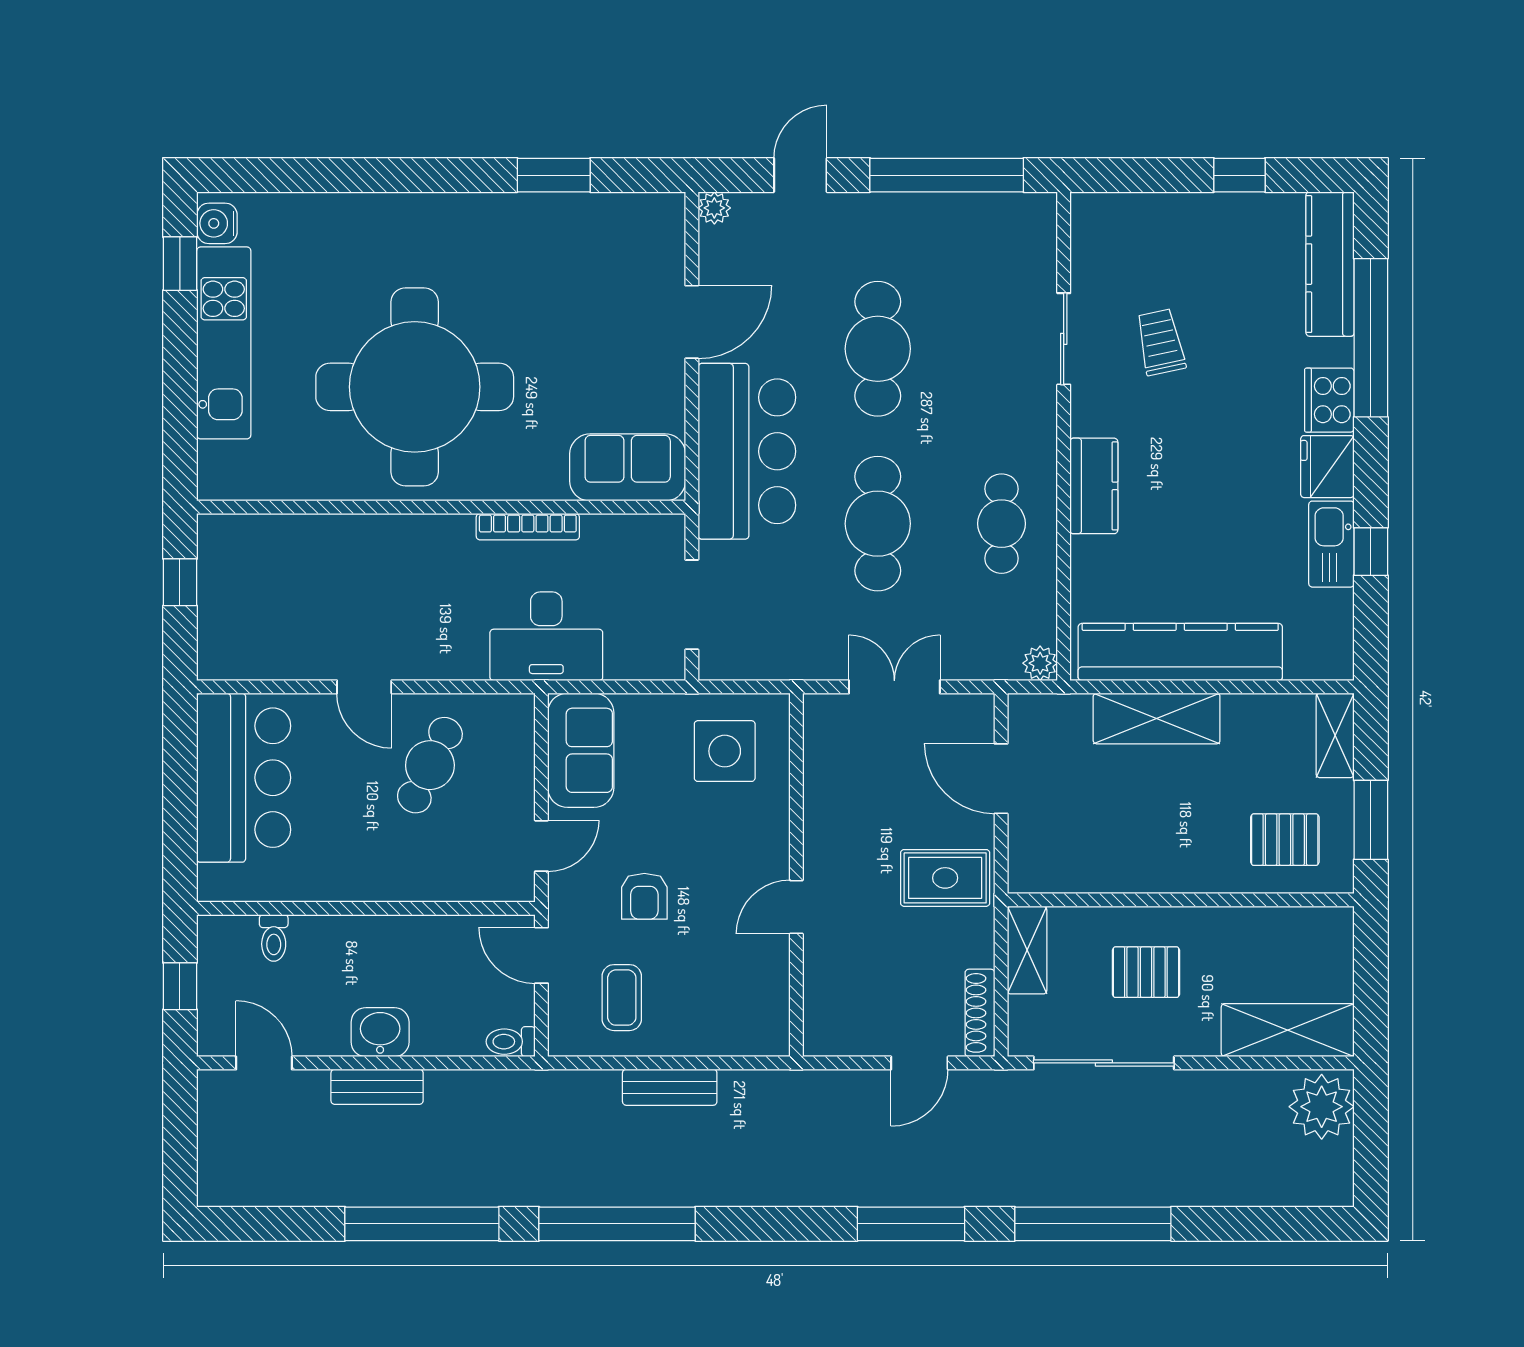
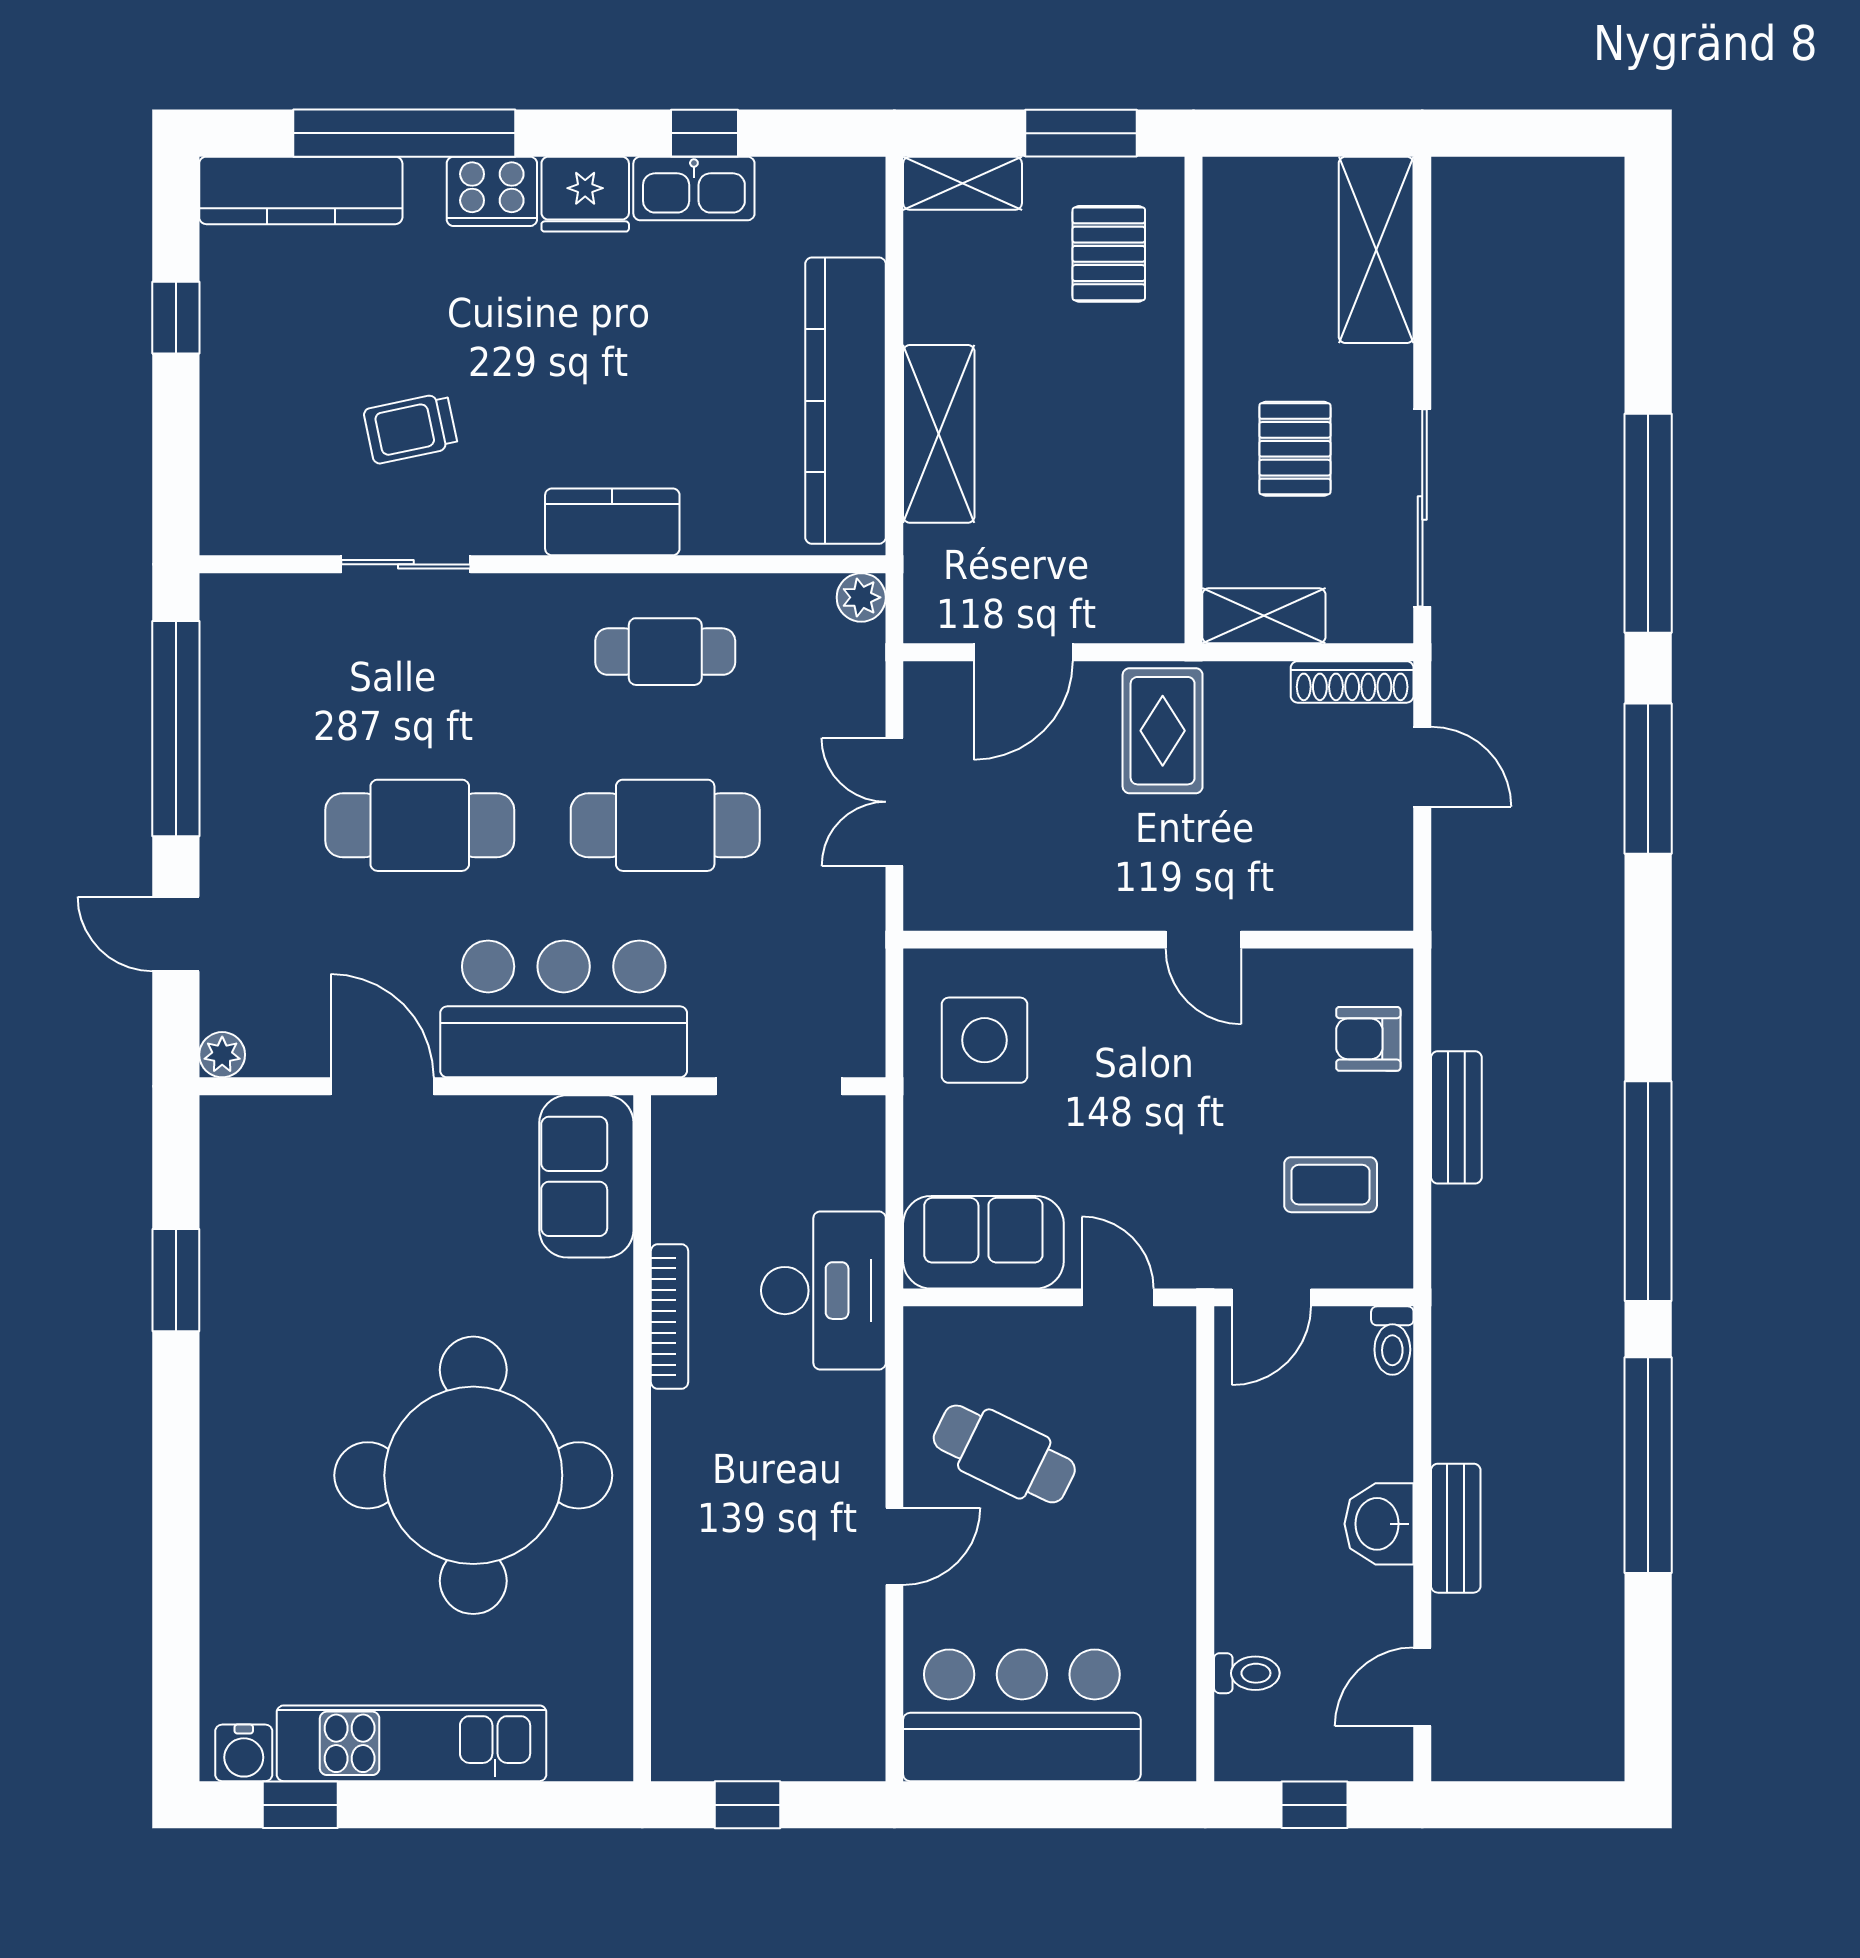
armchair: (644, 896) -> (1368, 1039), moved, turned 180
plant: (1322, 1107) -> (1484, 202), removed

